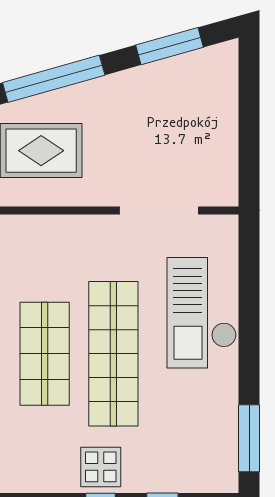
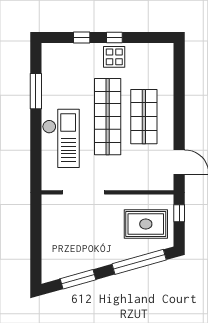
window: (249, 438) -> (36, 91), moved

